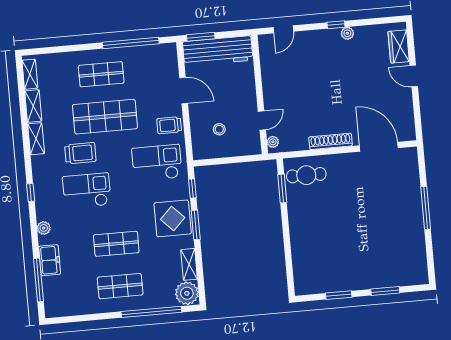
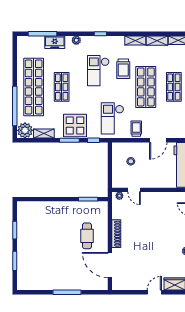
door: (379, 147) -> (110, 265), swing flipped
checkout: (157, 163) -> (112, 118), turned 180
cafe table: (306, 175) -> (87, 236), moved
checkout: (87, 191) -> (98, 71), turned 180
shop shelf: (120, 286) -> (34, 87), width x2.00, depth x1.36

